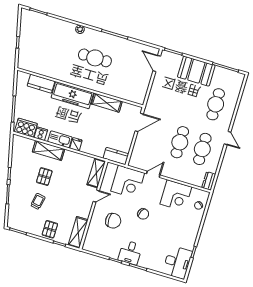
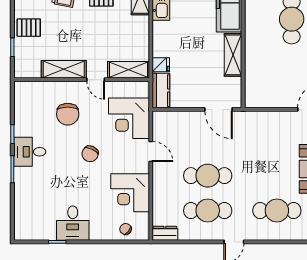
fridge: (76, 144) -> (161, 65), moved
shelving: (78, 232) -> (64, 69), moved
desk: (177, 262) -> (73, 223), moved, width x0.73

